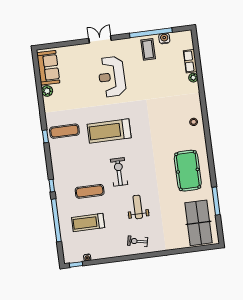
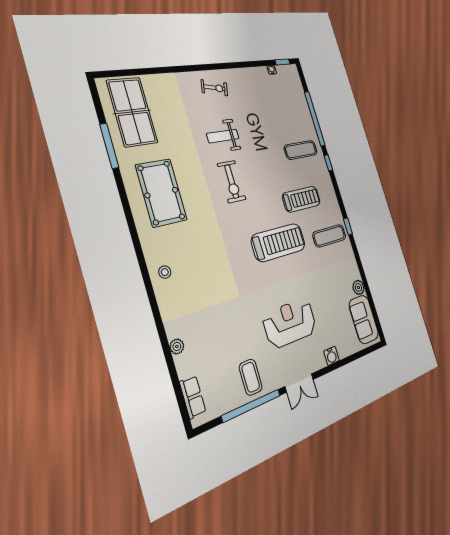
water cooler: (164, 38) -> (331, 356), moved
double door: (100, 39) -> (299, 383), moved
row of seats: (190, 61) -> (193, 397), moved
reception desk: (112, 77) -> (290, 323), turned -90
exercise bike: (119, 172) -> (232, 182), moved
exercise mat: (90, 191) -> (301, 150), moved
weight bench: (138, 207) -> (223, 136), turned 90
treadmill: (88, 222) -> (301, 199), moved

